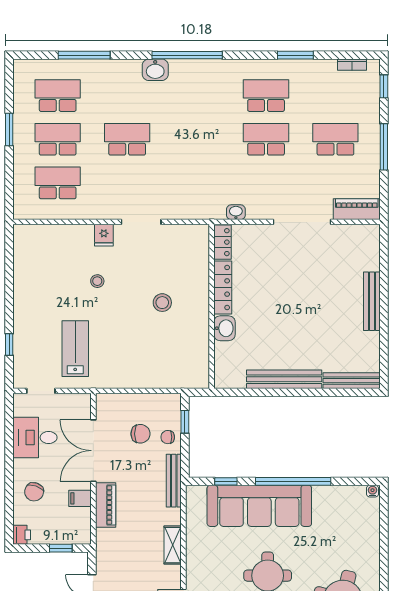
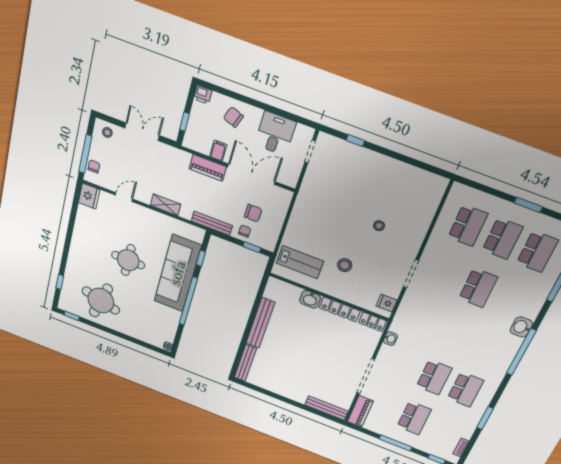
fridge: (104, 235) -> (387, 303), moved
bench: (372, 301) -> (326, 408), moved
lab bench: (75, 349) -> (300, 262), moved
chair: (140, 434) -> (253, 213), turned -90

